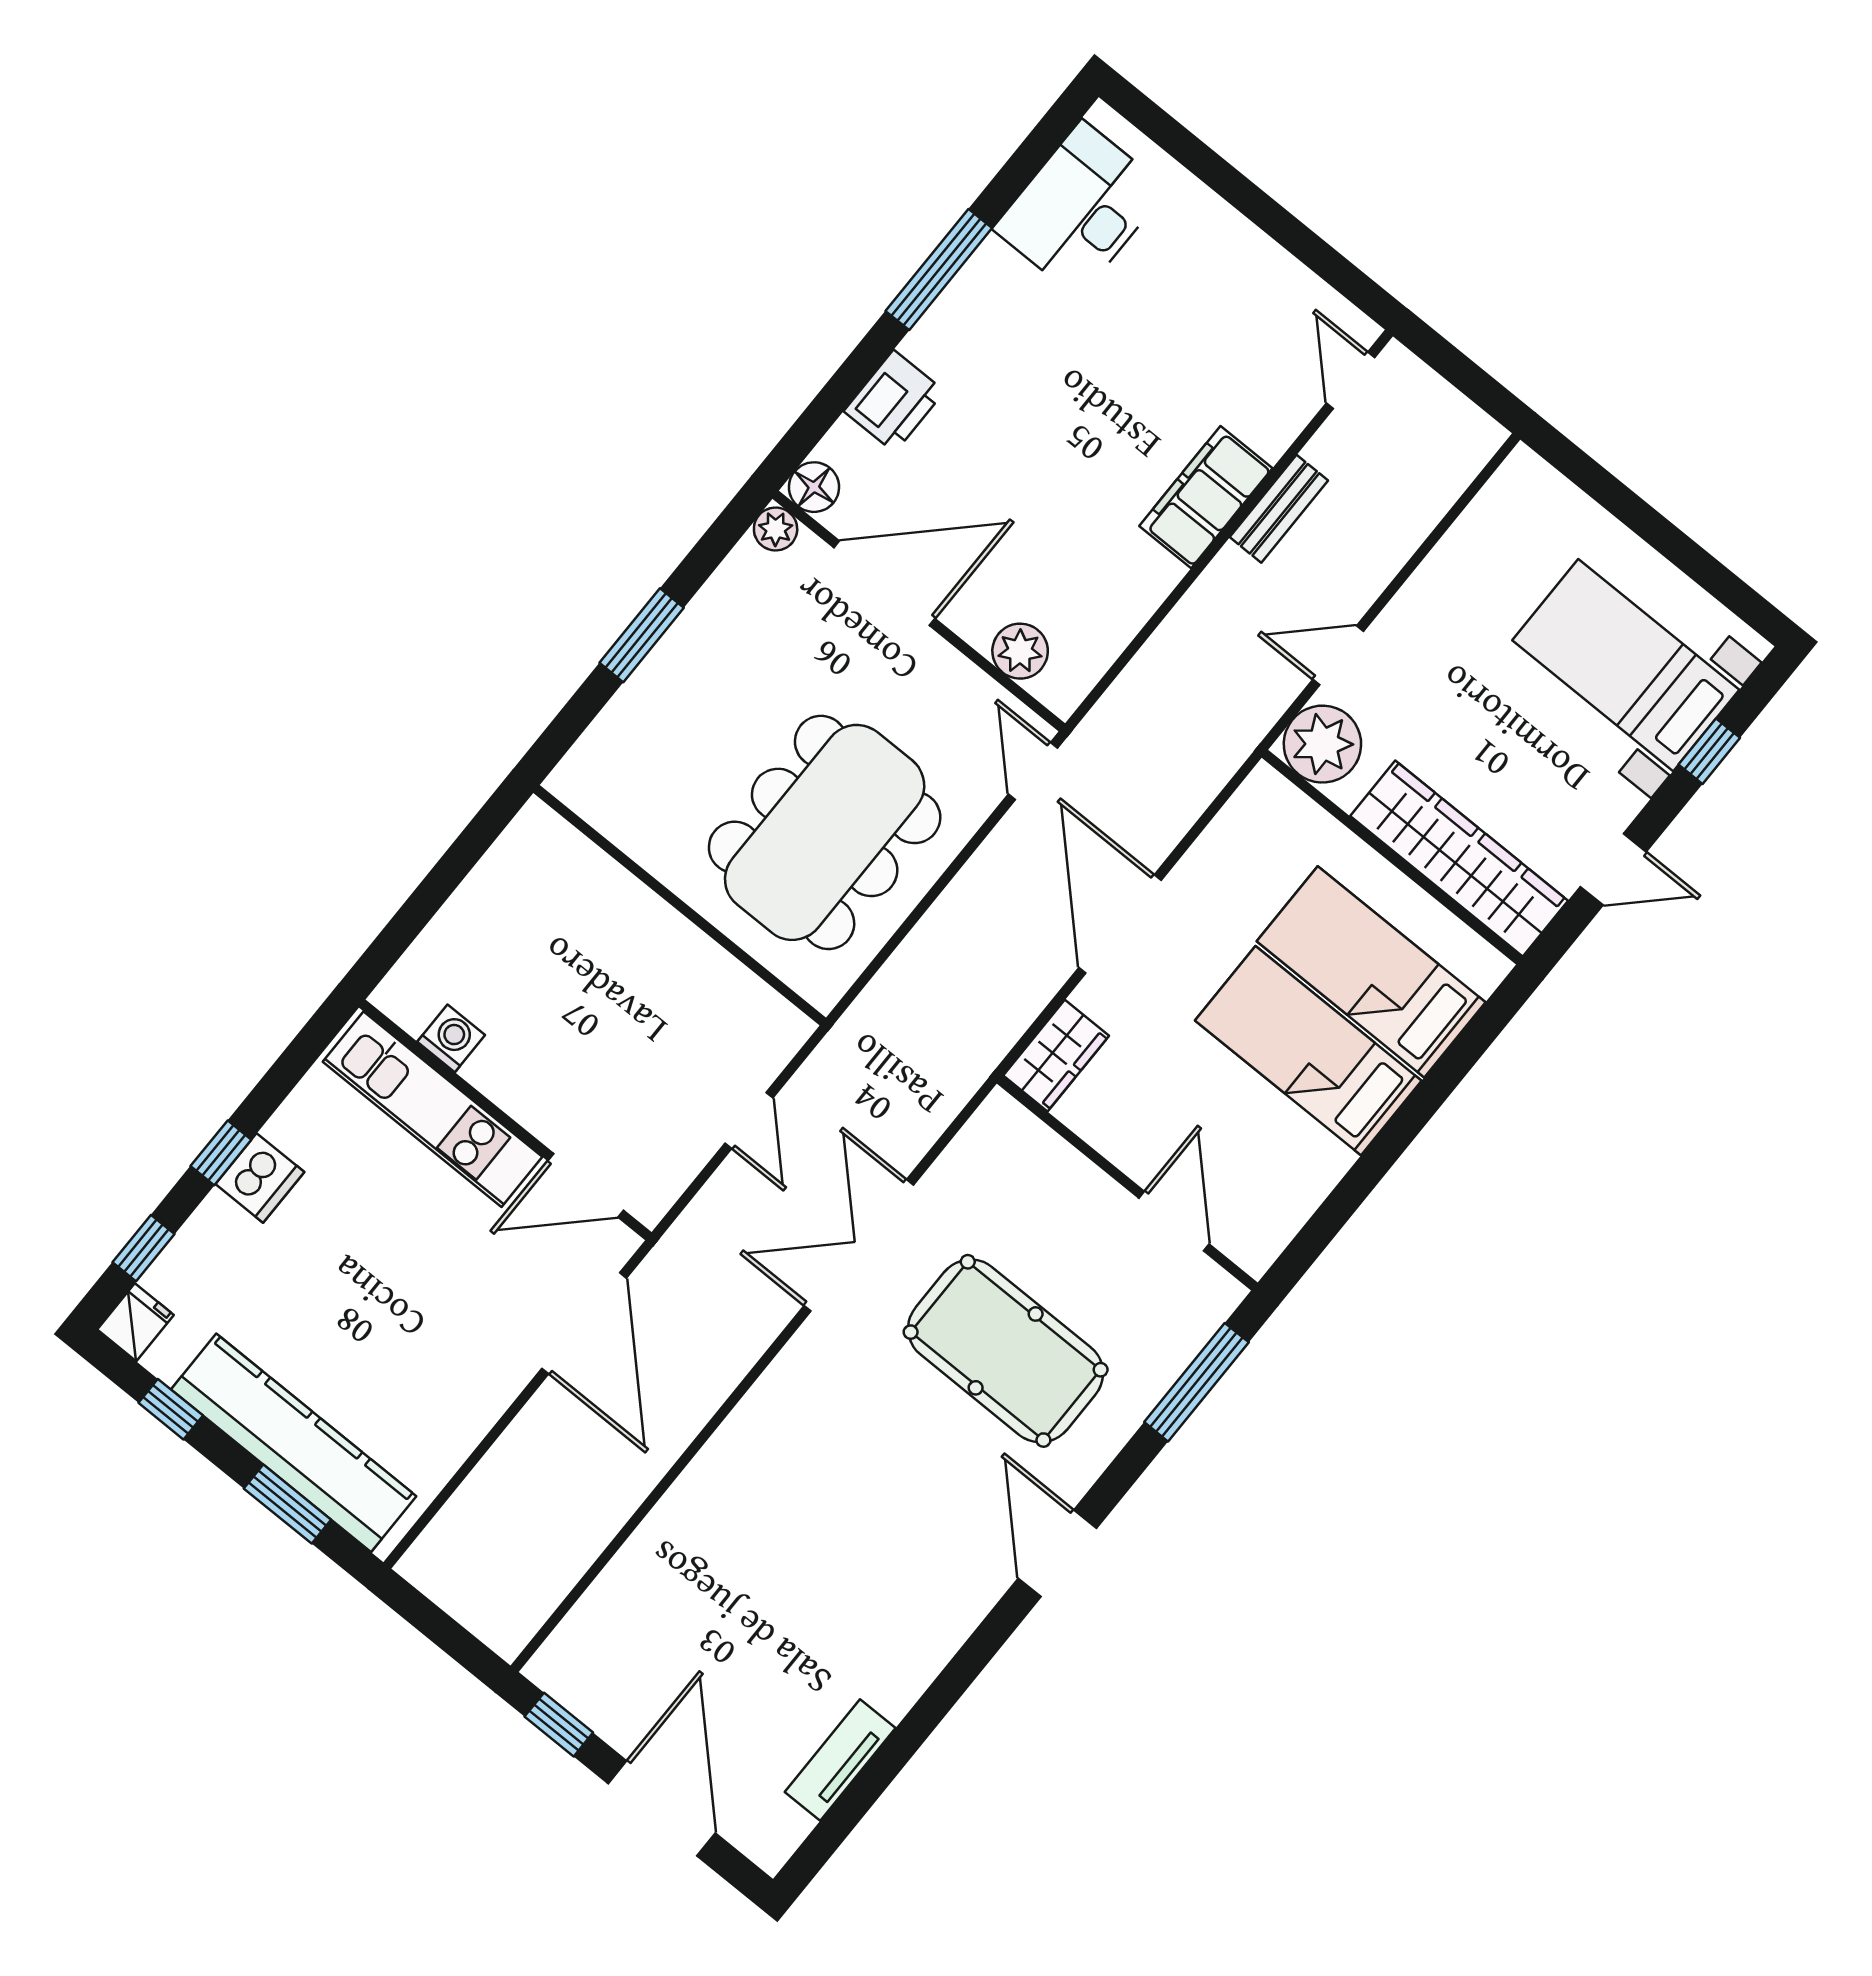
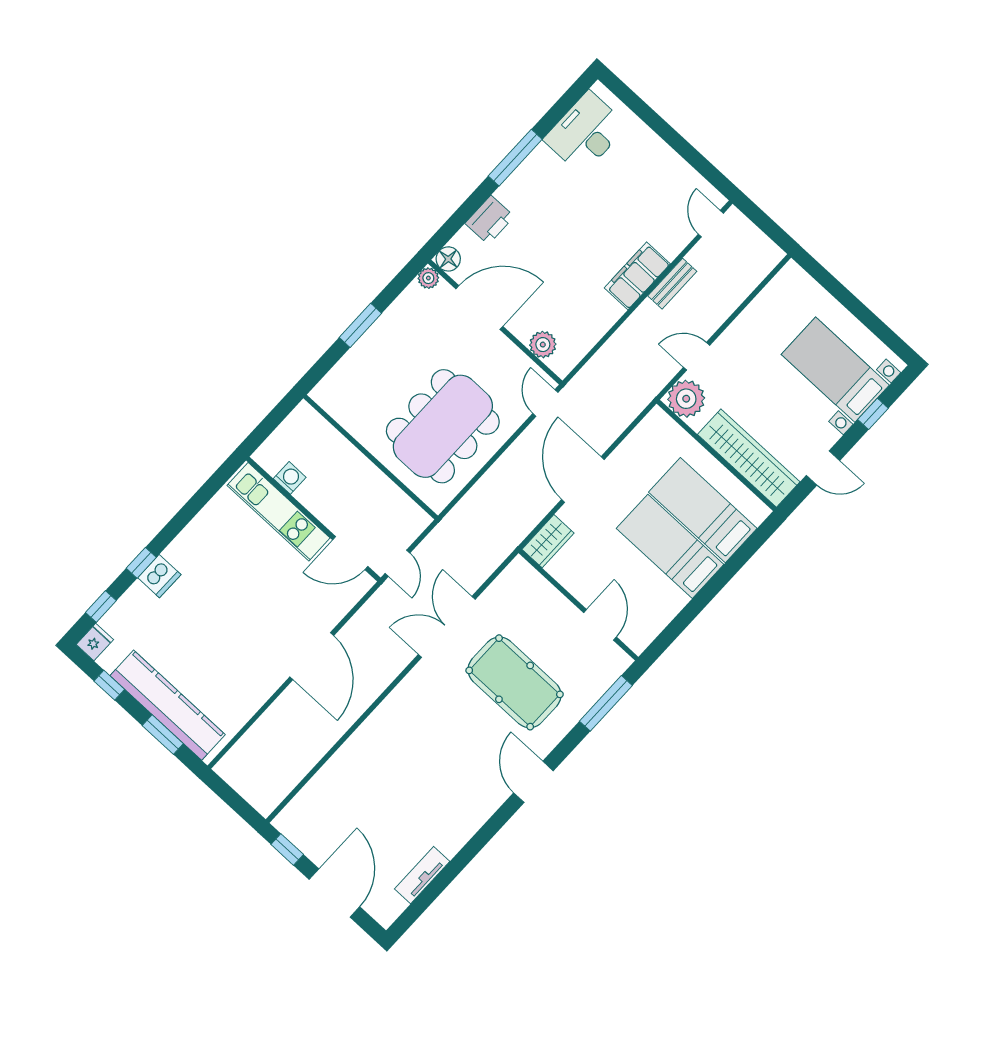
washing machine: (451, 1038) -> (290, 478), moved
kitchen unit: (433, 1109) -> (279, 512), moved
wall: (505, 1120) -> (313, 519), moved
door: (586, 1185) -> (350, 553), moved

